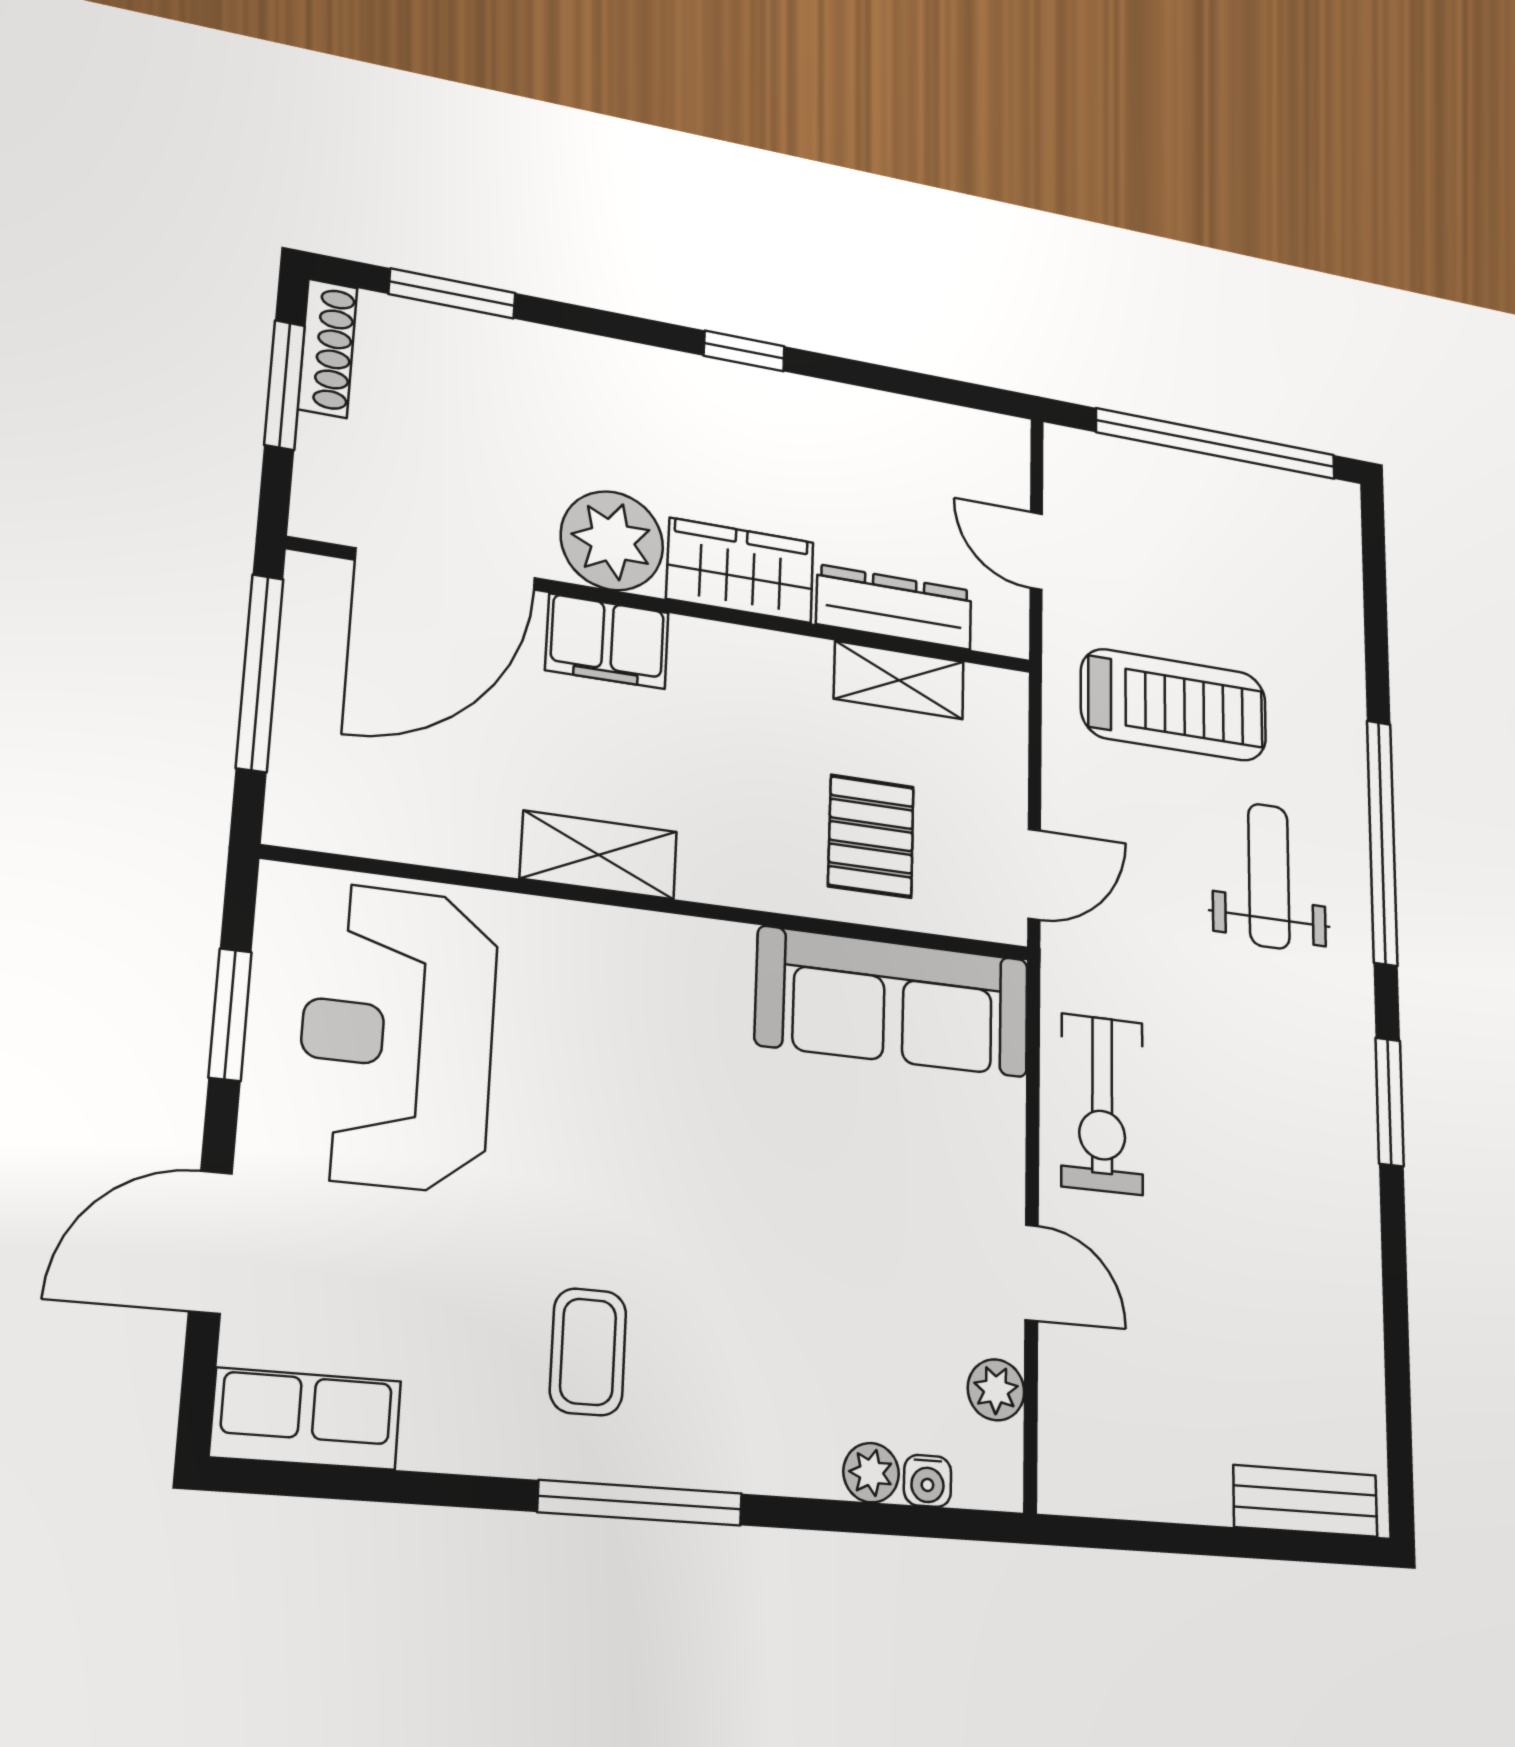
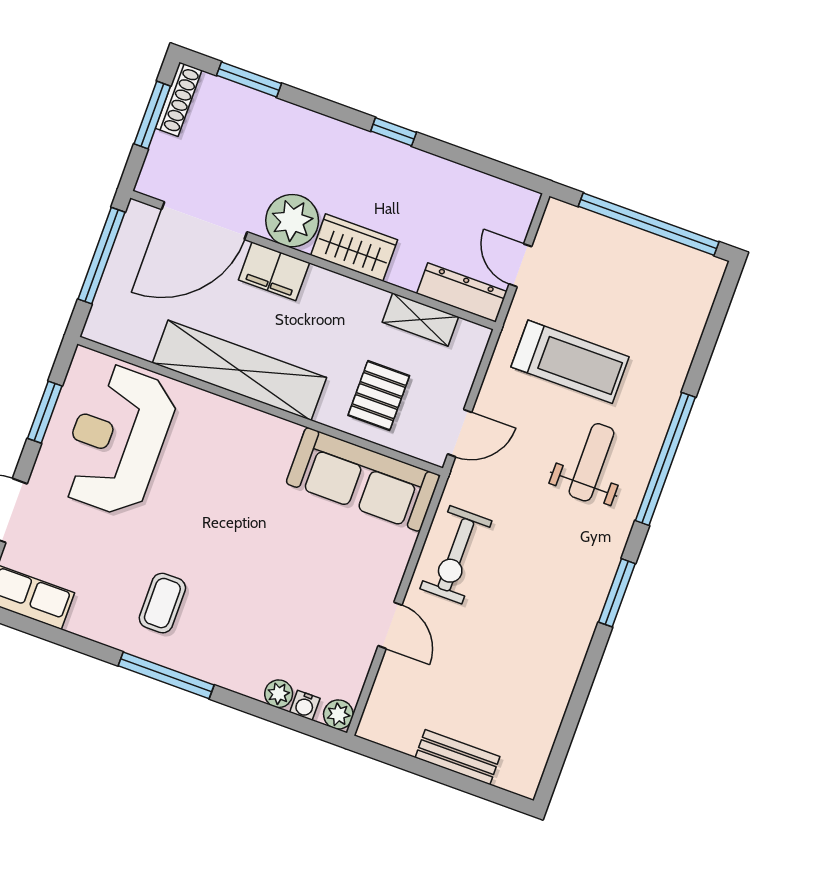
dresser: (894, 607) -> (462, 292), moved
shelving: (599, 855) -> (239, 370), width x2.20, depth x1.33
plant: (996, 1390) -> (338, 714), moved
bench: (1306, 1501) -> (457, 757), moved

